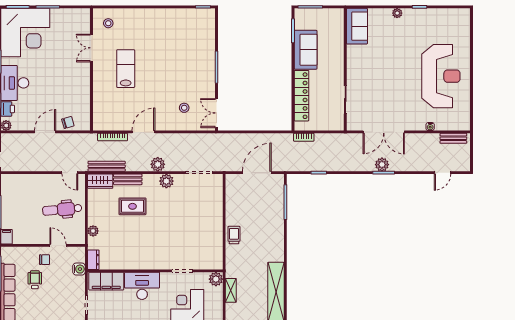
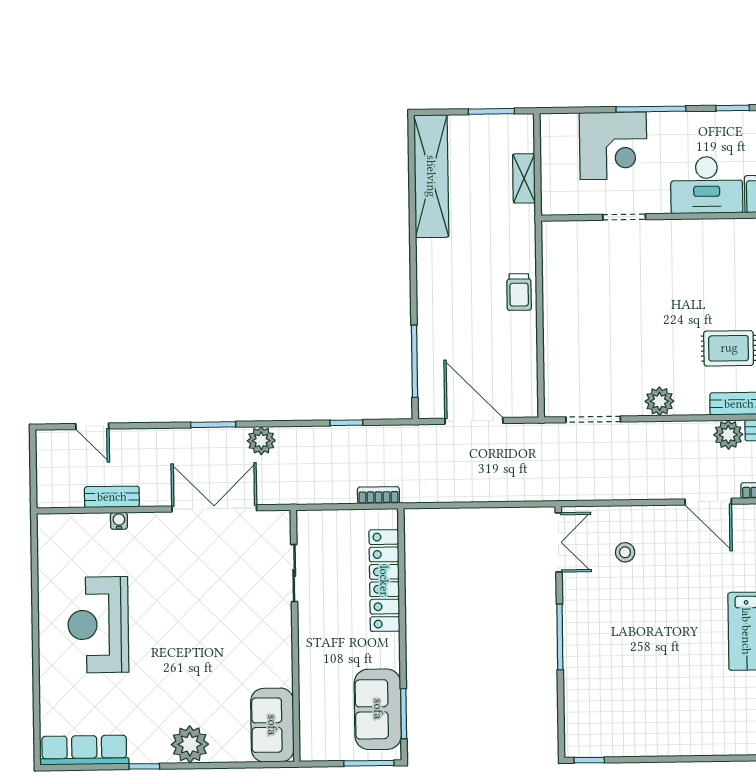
plant: (397, 13) -> (190, 744), width x1.88, depth x1.88
row of seats: (449, 15) -> (84, 750), added
sofa: (306, 50) -> (378, 709), moved
reception desk: (441, 76) -> (98, 625), width x0.74, depth x0.77
door: (143, 132) -> (708, 502), hinge flipped
bench: (453, 138) -> (112, 497), moved
plant: (158, 164) -> (728, 435), moved
plant: (382, 165) -> (261, 441), moved
door: (257, 173) -> (474, 421), swing flipped
door: (442, 173) -> (92, 426), swing flipped
plant: (216, 279) -> (555, 201), removed

